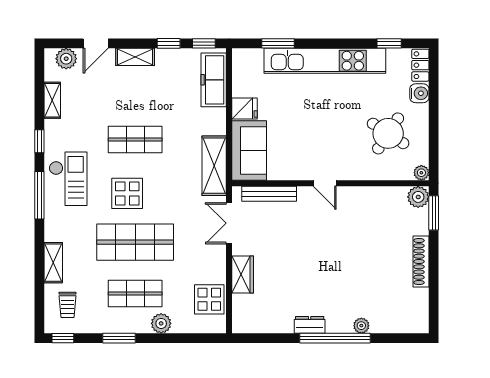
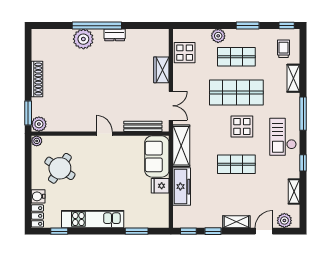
kitchen unit: (325, 61) -> (93, 219), width x0.73
freezer: (214, 80) -> (182, 187), moved
window: (39, 195) -> (303, 114), moved
plant: (361, 326) -> (83, 39), width x1.88, depth x1.88

